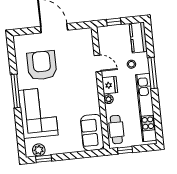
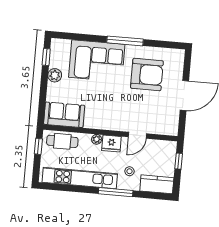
plant: (39, 150) -> (55, 75), moved

